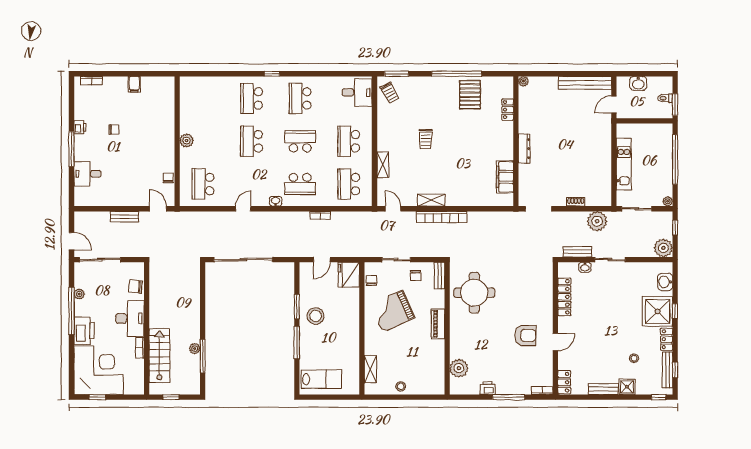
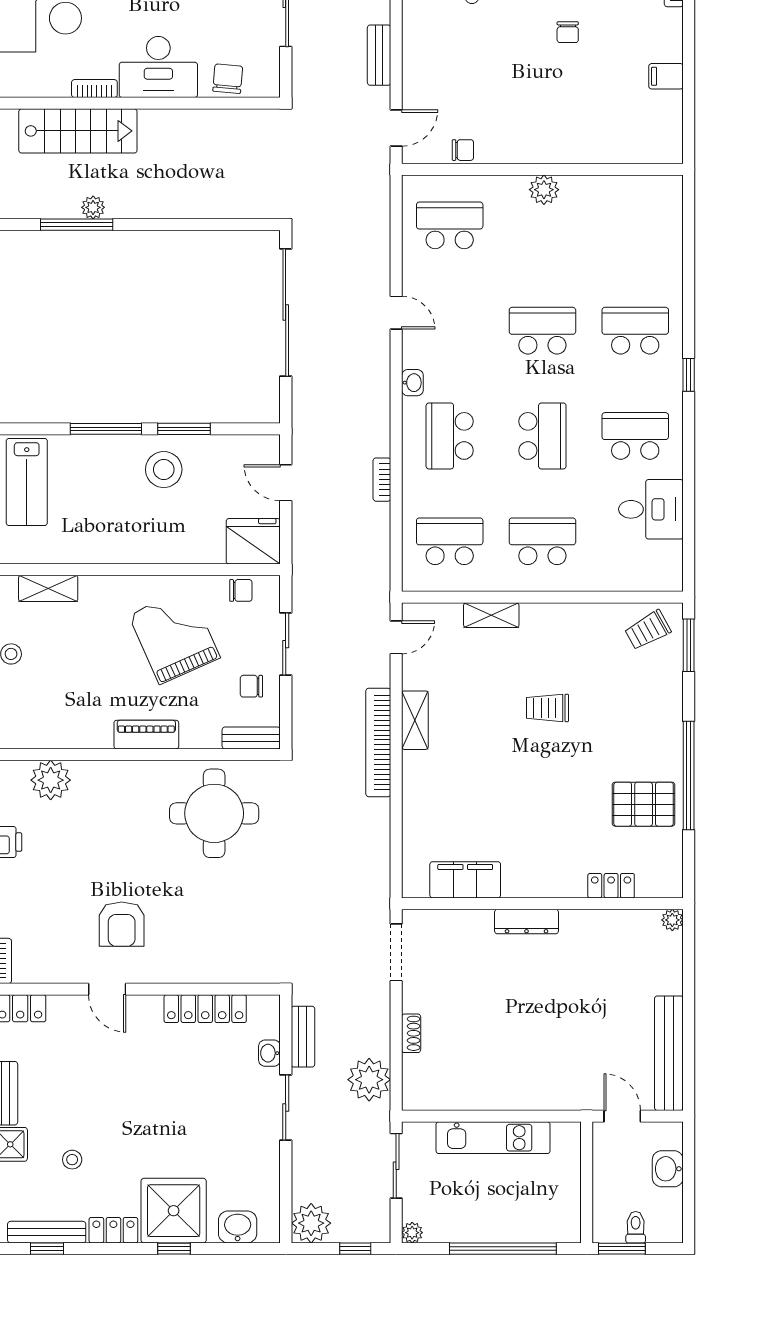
desk: (357, 92) -> (651, 509), moved, turned -90

